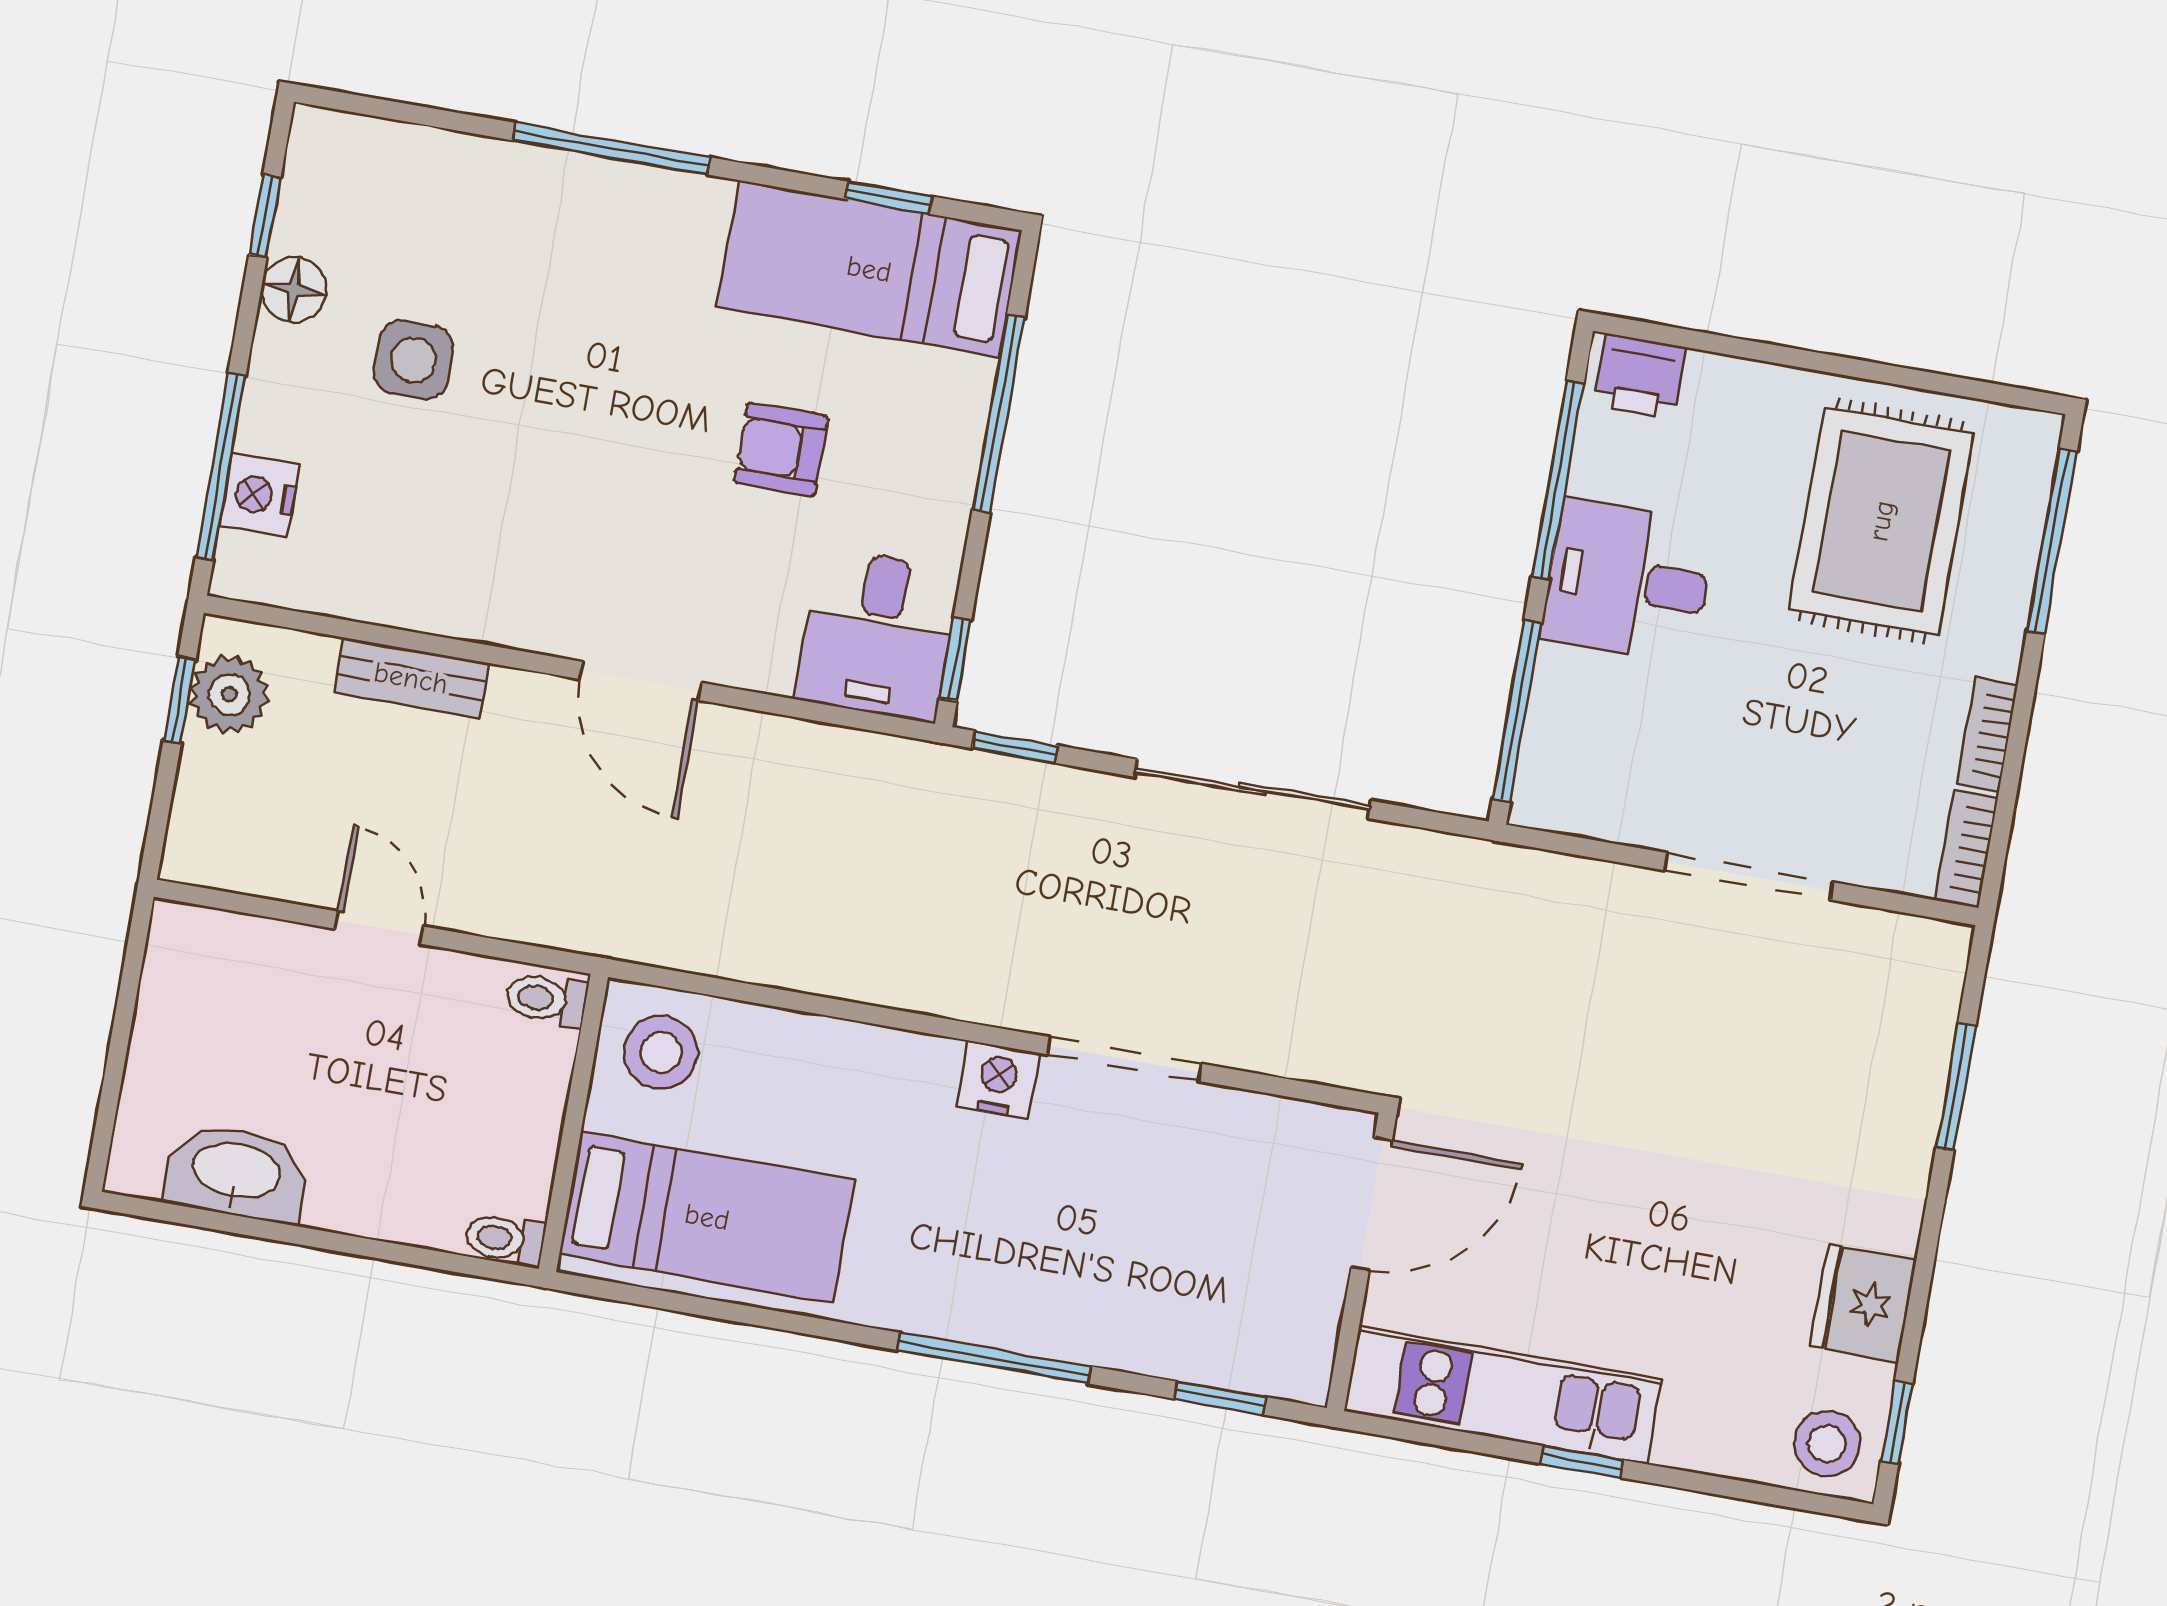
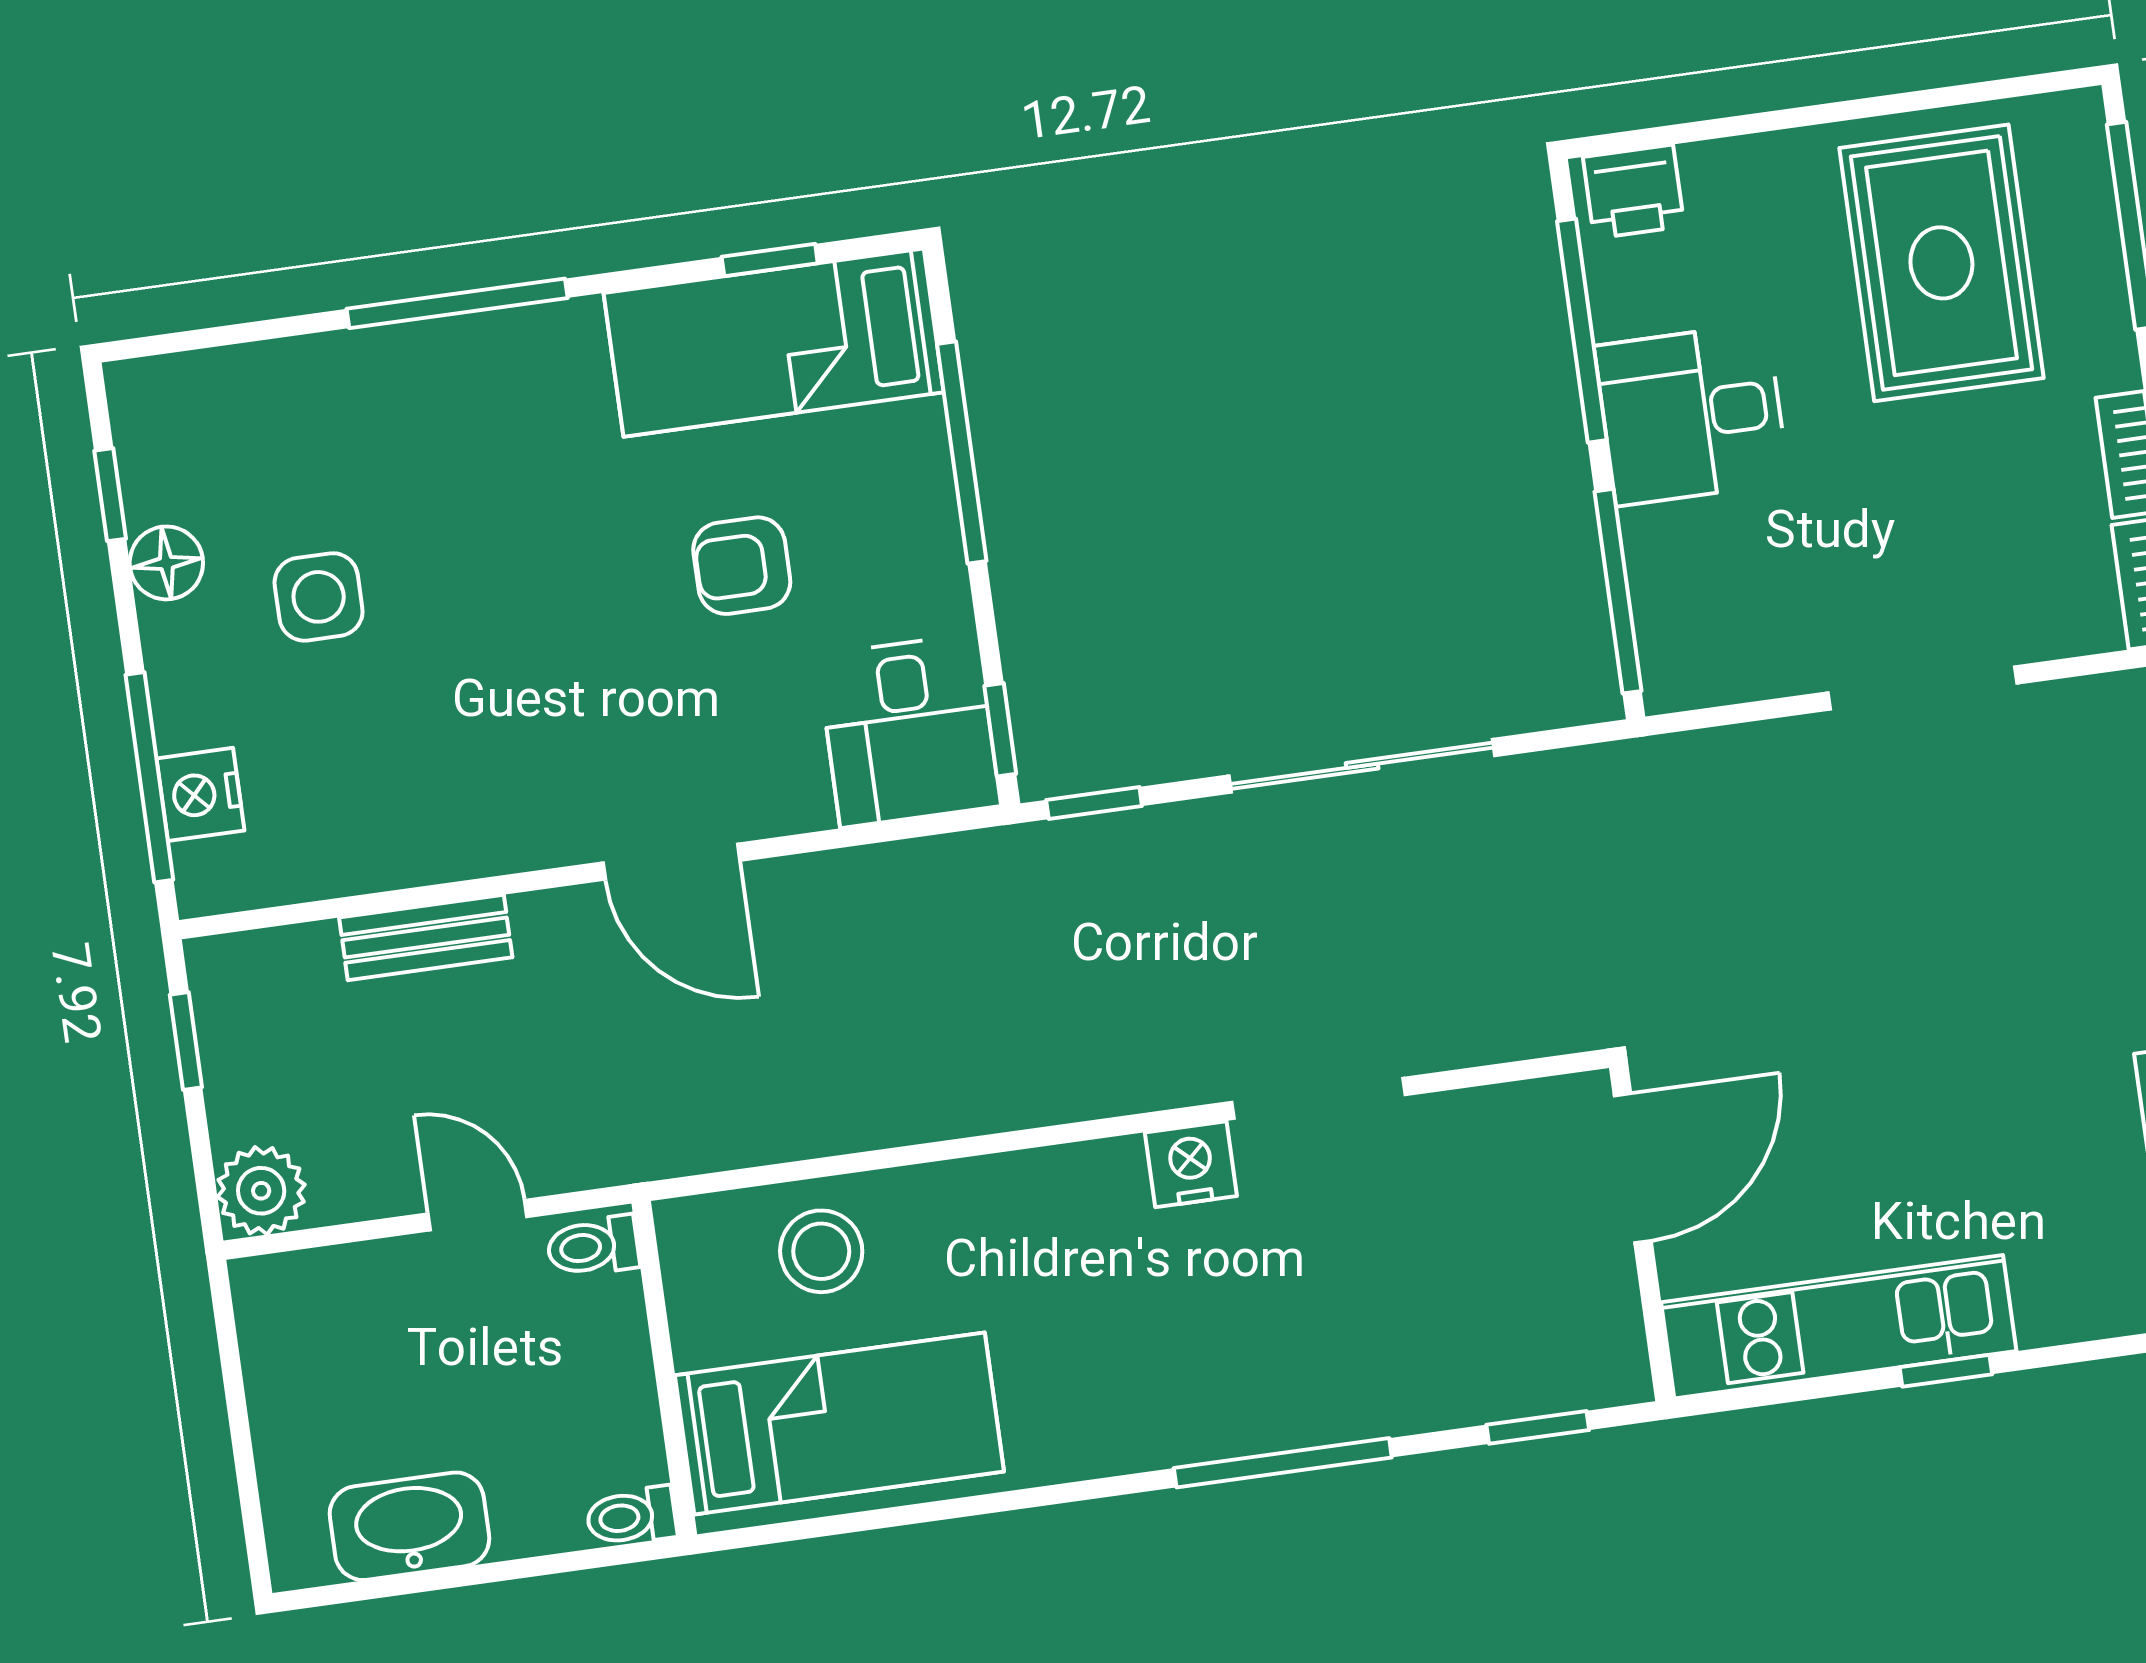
plant: (229, 694) -> (261, 1191), moved
toilet: (546, 999) -> (593, 1246), moved
wall: (573, 1123) -> (664, 1369), moved
bed: (707, 1217) -> (839, 1423), moved
toilet: (505, 1239) -> (631, 1517), moved

